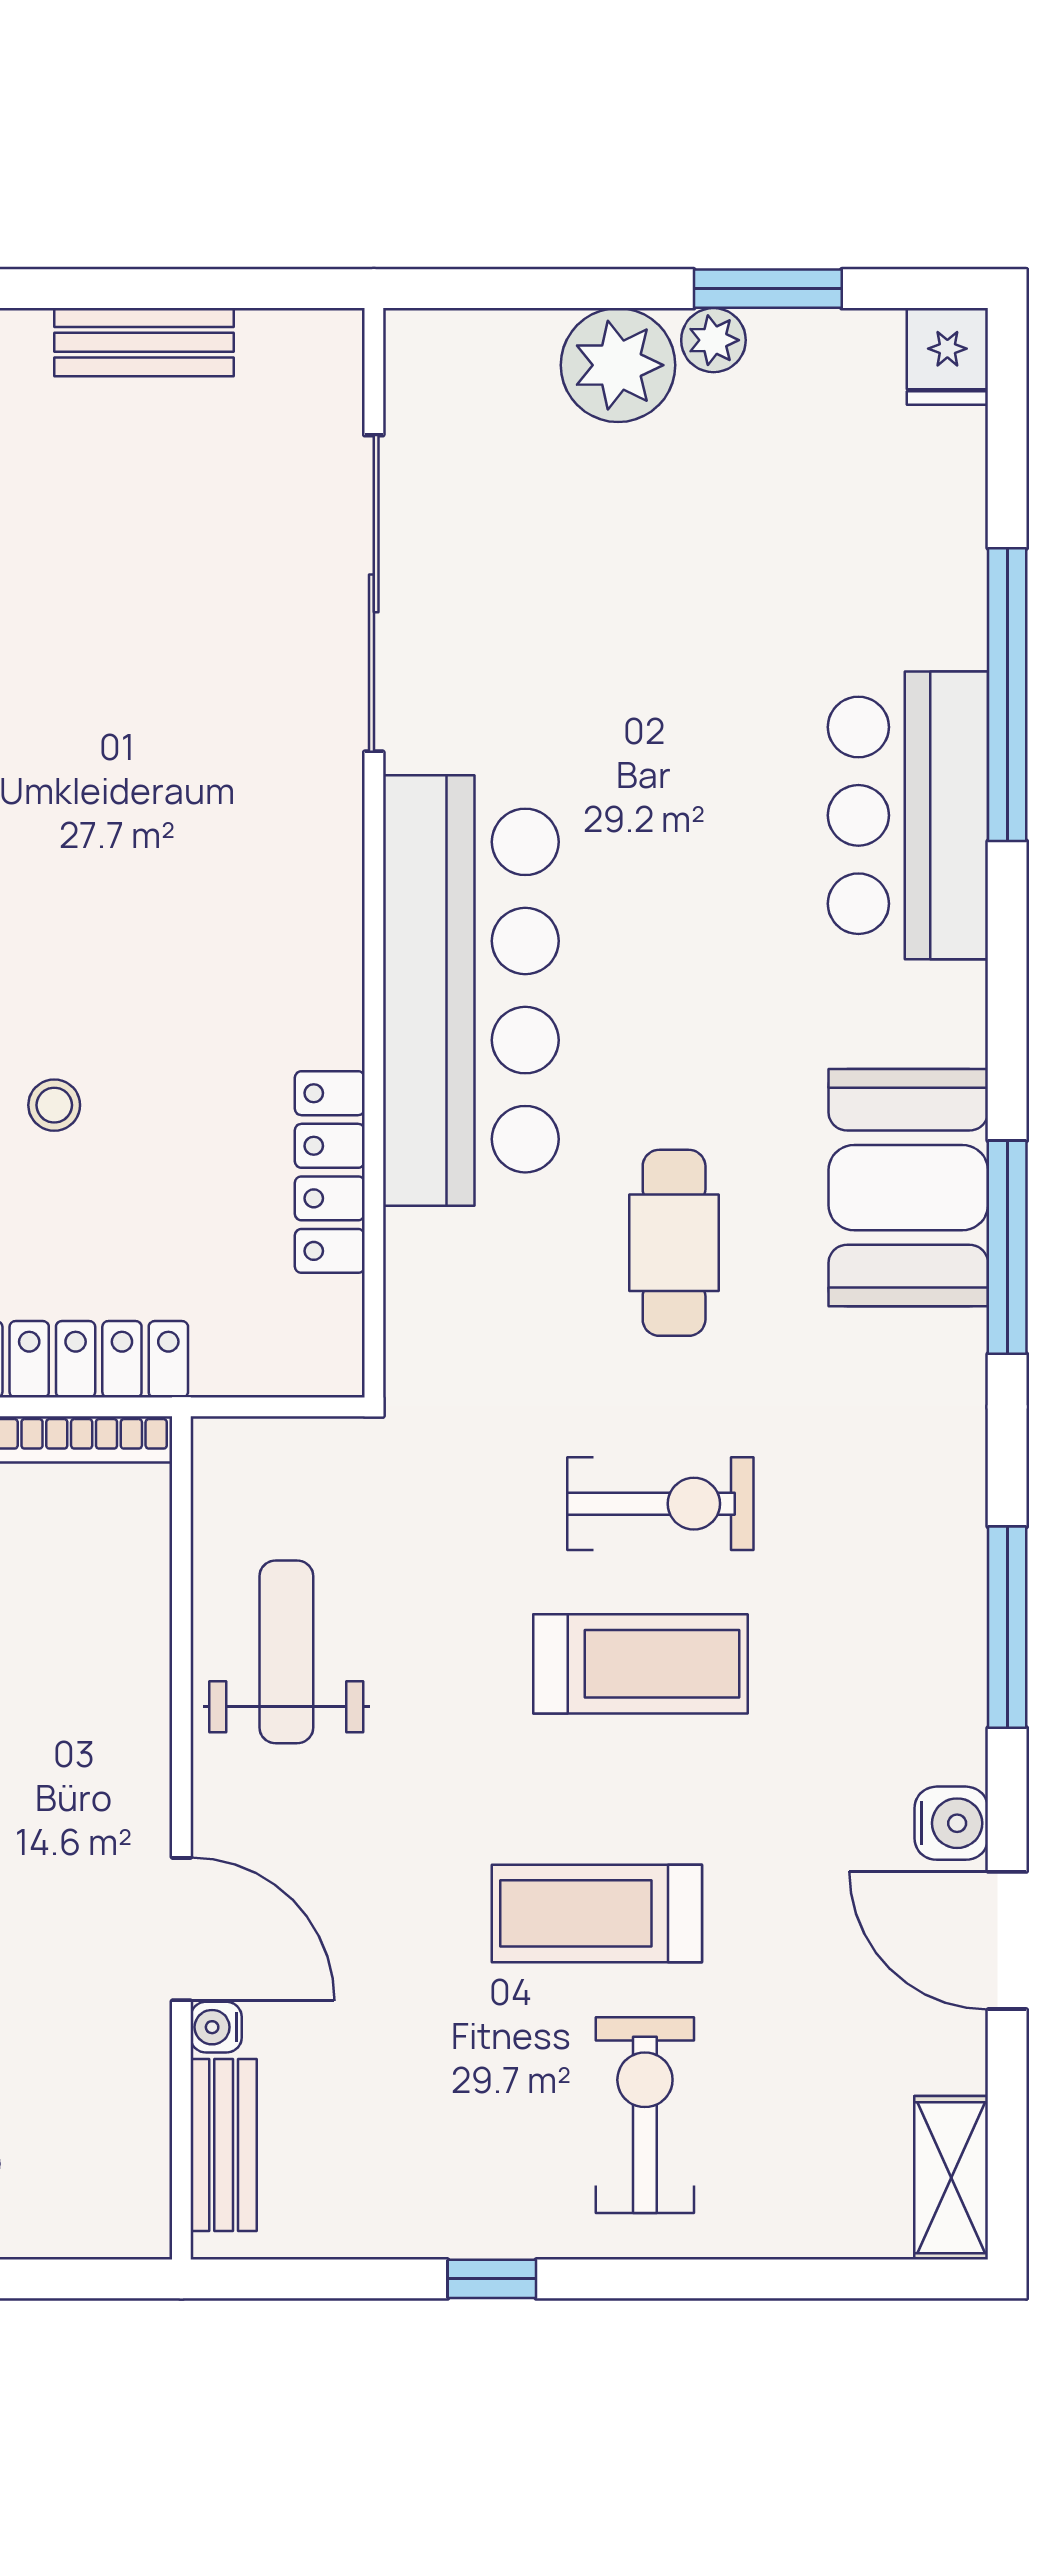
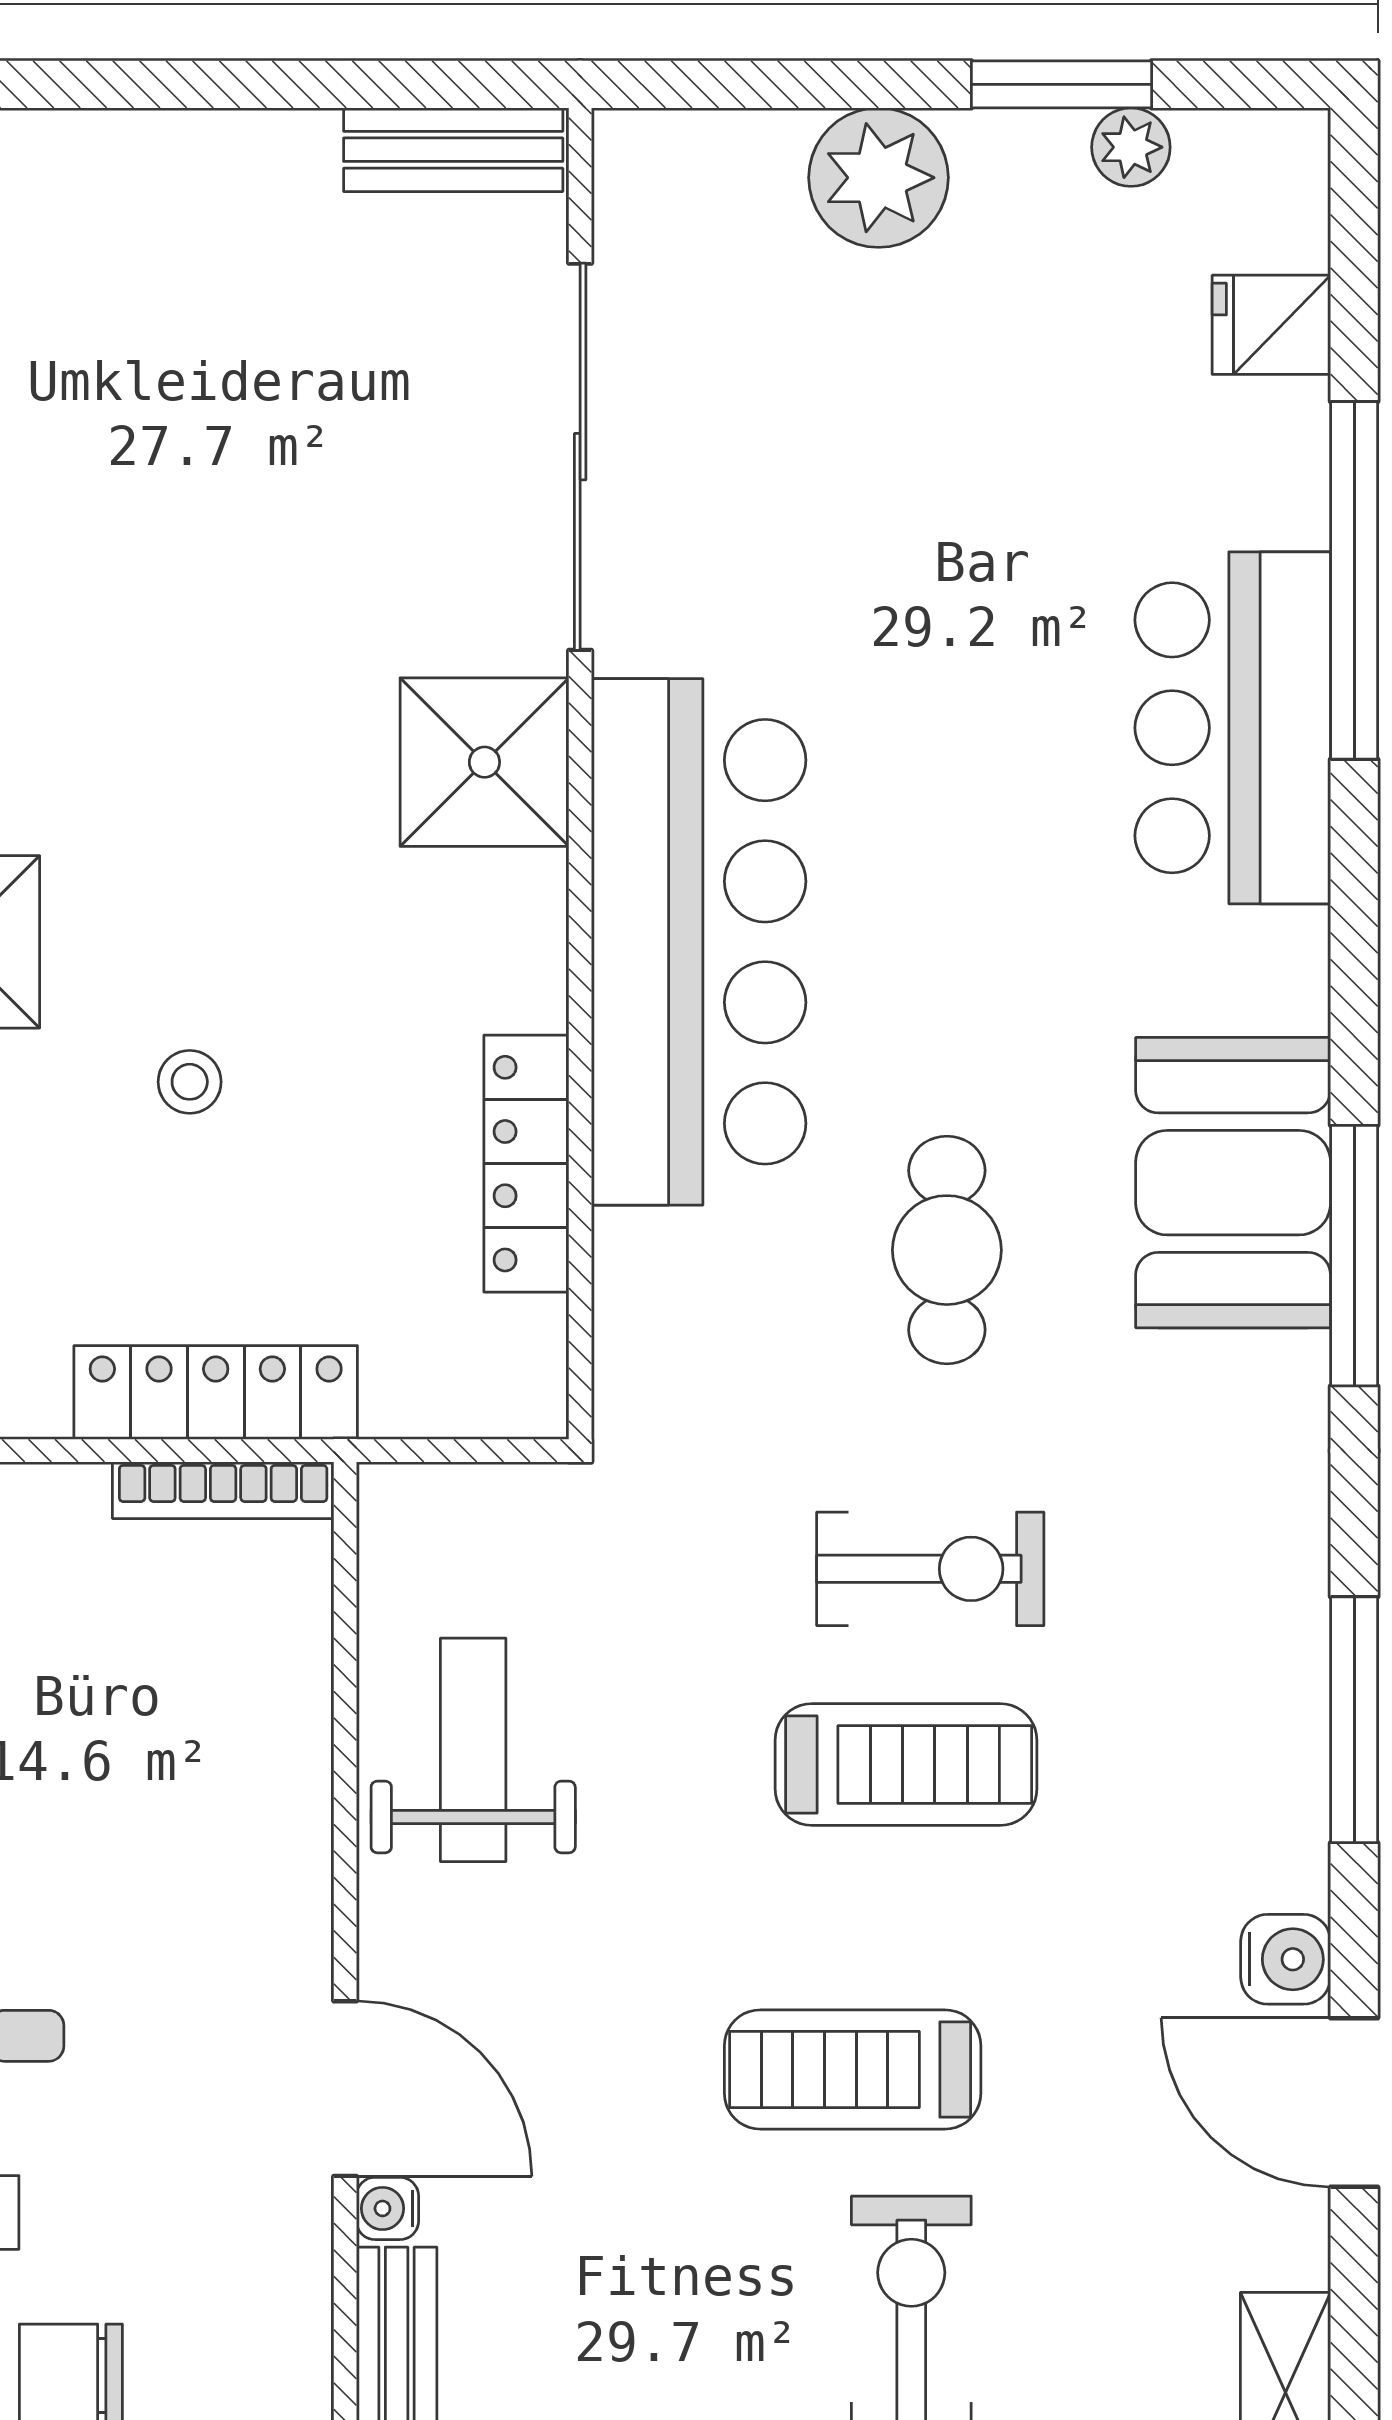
plant: (713, 340) -> (1131, 147), moved
bench: (144, 342) -> (453, 150), moved
fridge: (947, 356) -> (1271, 325), moved, turned 90
shower: (296, 843) -> (484, 762), added

